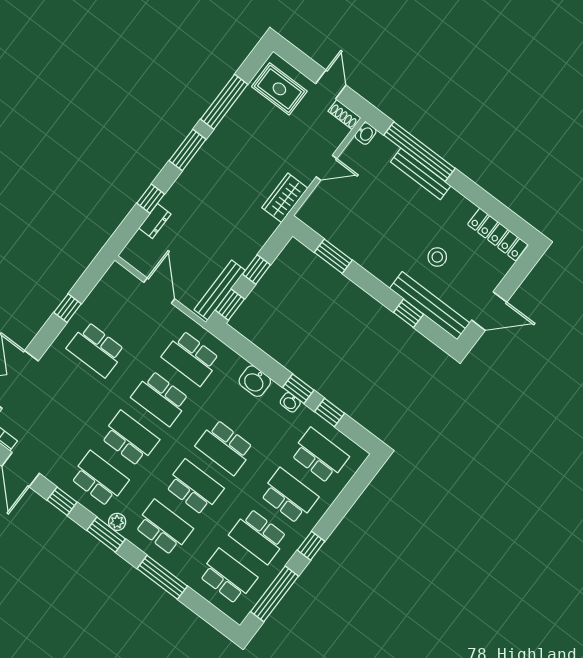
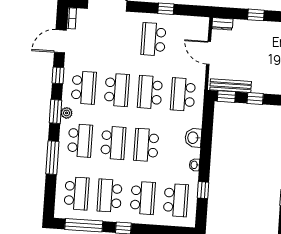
dresser: (155, 221) -> (222, 24), moved
door: (159, 291) -> (209, 53), swing flipped
window: (298, 389) -> (205, 164), removed

